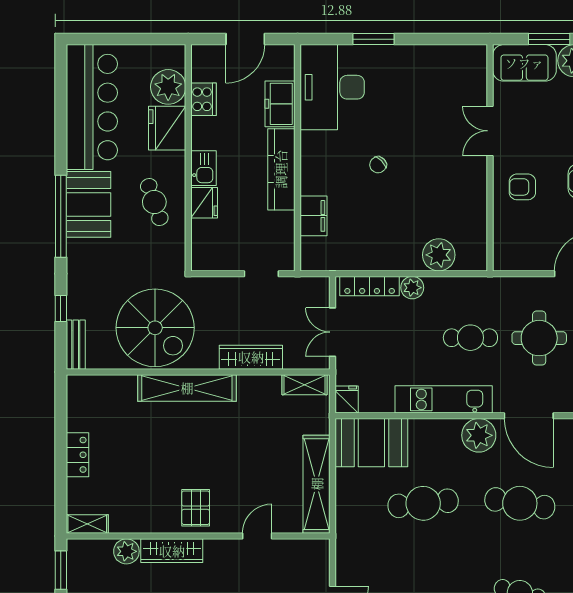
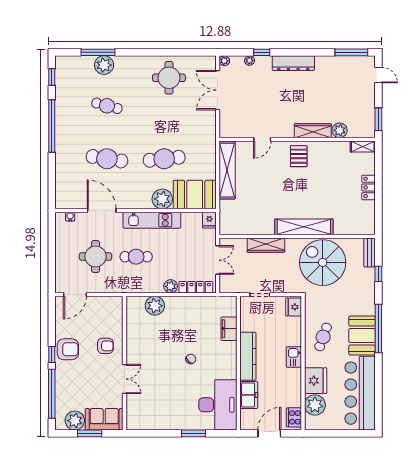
cooker: (204, 99) -> (294, 417), moved
cafe table: (154, 202) -> (323, 337), turned 39
fridge: (204, 203) -> (294, 307), moved
shelving: (304, 385) -> (234, 229), removed
plant: (479, 435) -> (162, 199), moved

